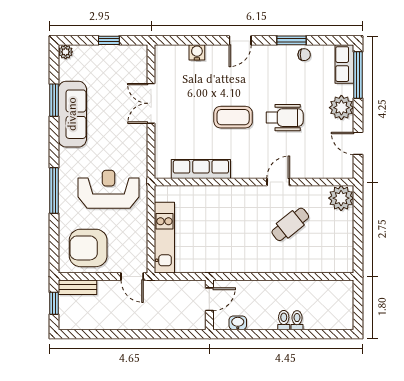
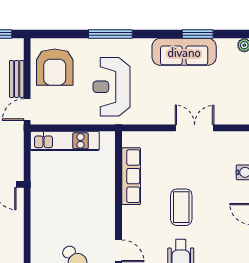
reception desk: (109, 189) -> (112, 87), turned 180
armchair: (88, 248) -> (55, 67), turned 180
bench: (77, 287) -> (17, 79), moved

